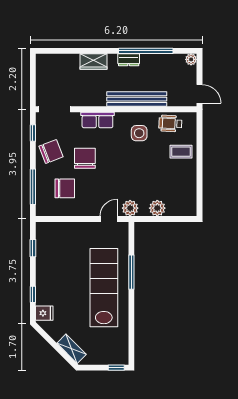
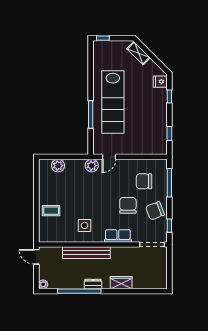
wheelchair: (170, 123) -> (60, 233), removed
chair: (85, 158) -> (128, 205), turned 180
plant: (157, 208) -> (58, 166), moved

